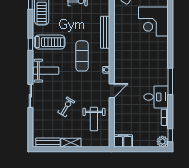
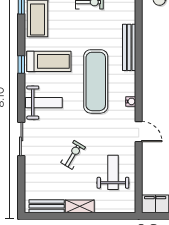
exercise mat: (82, 56) -> (96, 81), width x1.36, depth x1.45
door: (112, 91) -> (139, 132), hinge flipped
weight bench: (94, 119) -> (113, 172), turned 180

